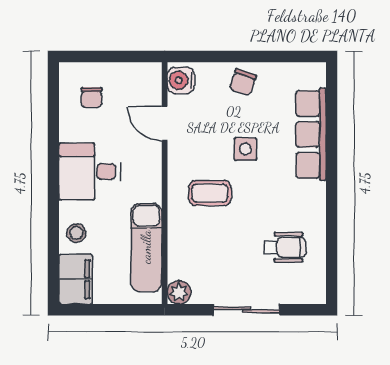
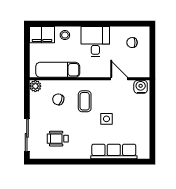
chair: (243, 82) -> (58, 99), moved
door: (165, 123) -> (119, 79), hinge flipped
wheelchair: (285, 247) -> (58, 139), turned 90
sliding door: (247, 310) -> (27, 135), moved

